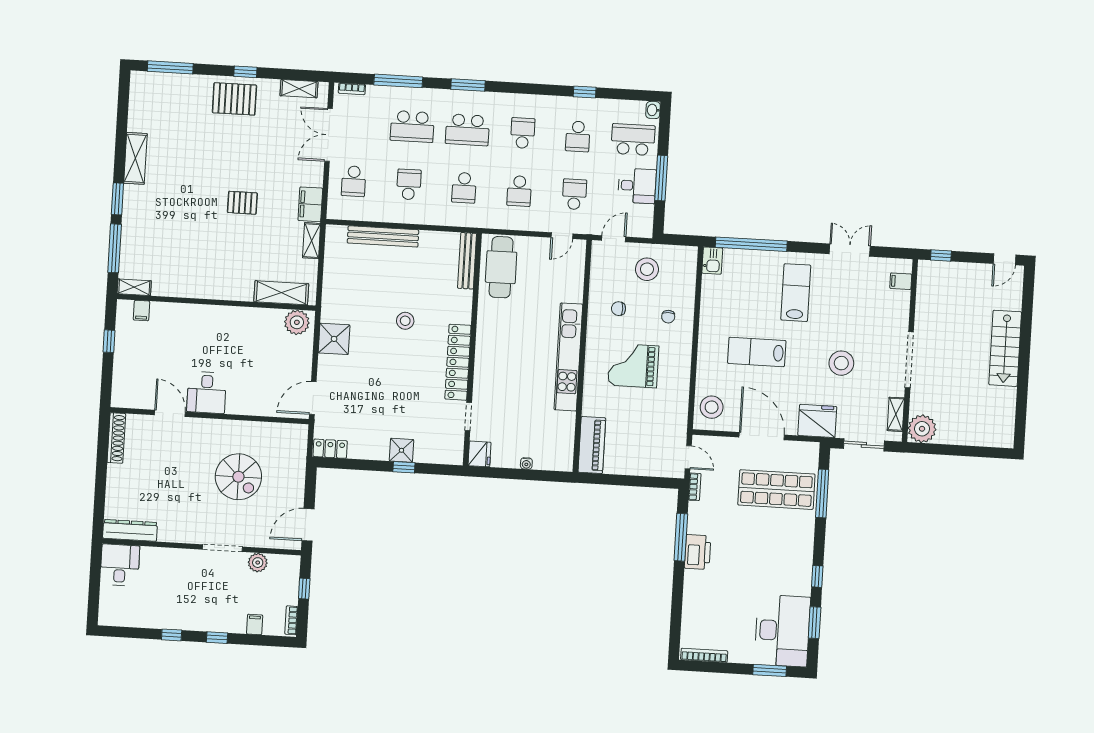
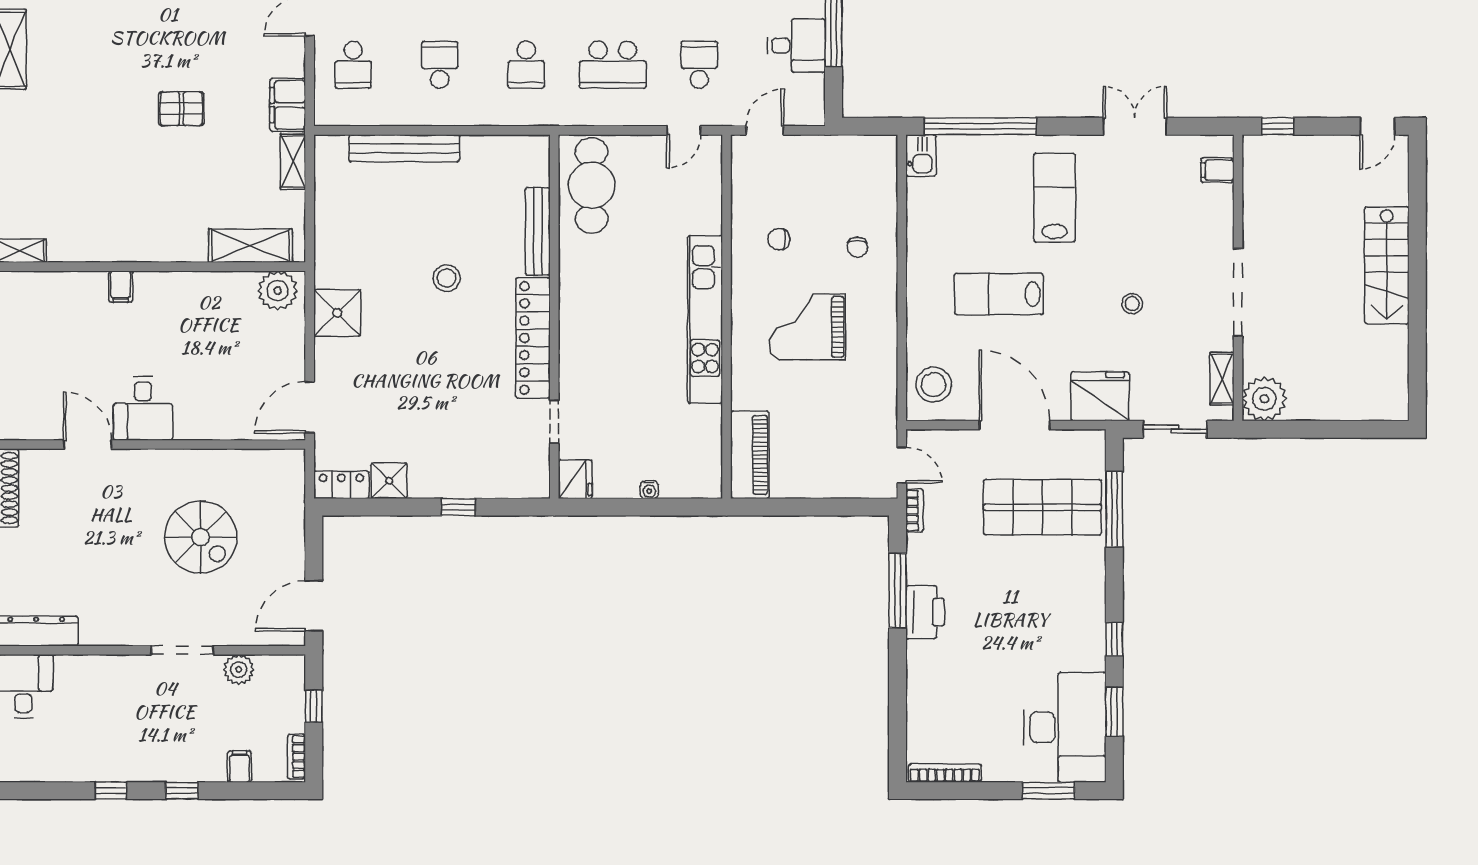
school desk: (519, 191) -> (613, 65), width x1.85
bench: (467, 261) -> (538, 231), moved
stool: (647, 269) -> (820, 175), removed
filing cabinet: (141, 311) -> (121, 287), moved
stool: (841, 363) -> (1132, 304), width x0.53, depth x0.53
shower: (401, 450) -> (389, 481), moved

